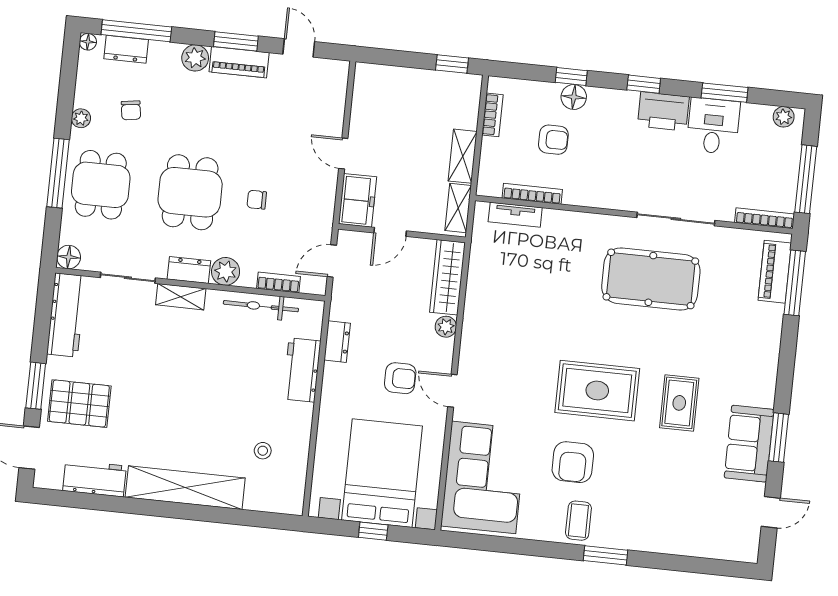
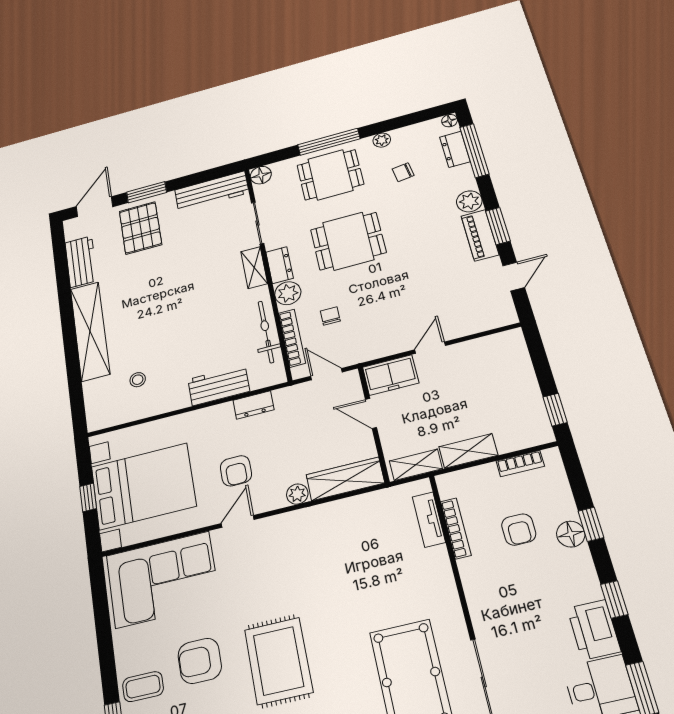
chair: (257, 200) -> (330, 316), moved
bookcase: (278, 282) -> (292, 338), width x1.56

